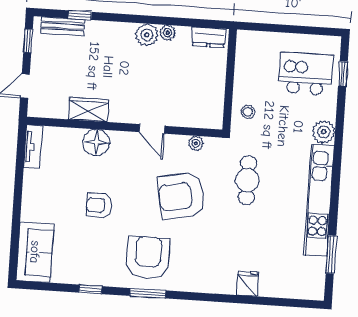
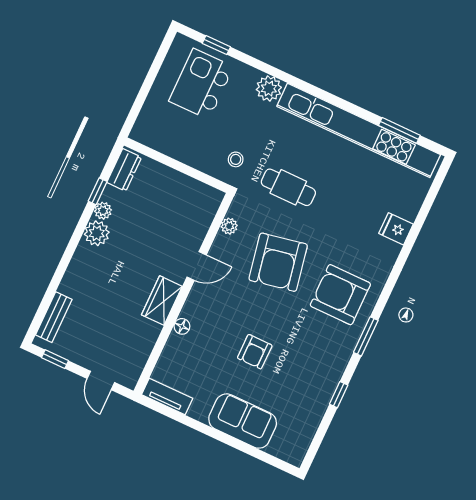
window: (80, 15) -> (98, 191), moved
wardrobe: (88, 110) -> (162, 301), moved
stool: (248, 112) -> (236, 159), moved
floor lamp: (96, 142) -> (182, 326), width x0.53, depth x0.53
kitchen unit: (319, 200) -> (359, 130), width x1.36
sofa: (35, 252) -> (243, 421), moved
armchair: (148, 258) -> (340, 295), moved

